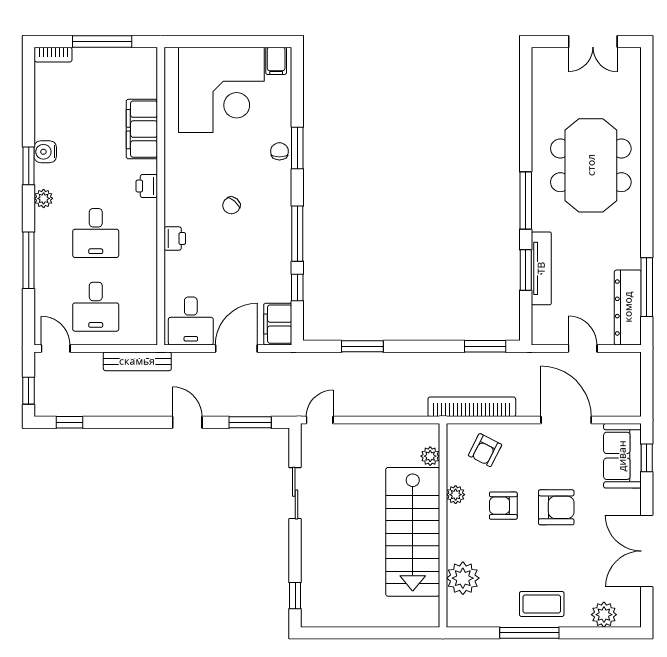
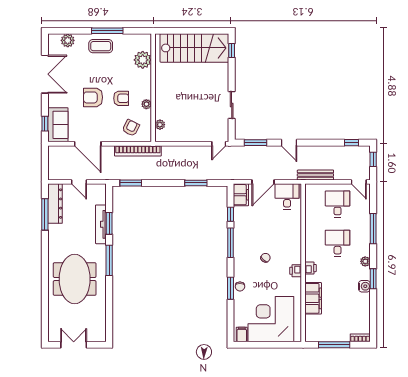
printer: (175, 239) -> (296, 271), moved
stairs: (413, 532) -> (194, 48), moved, turned 90

